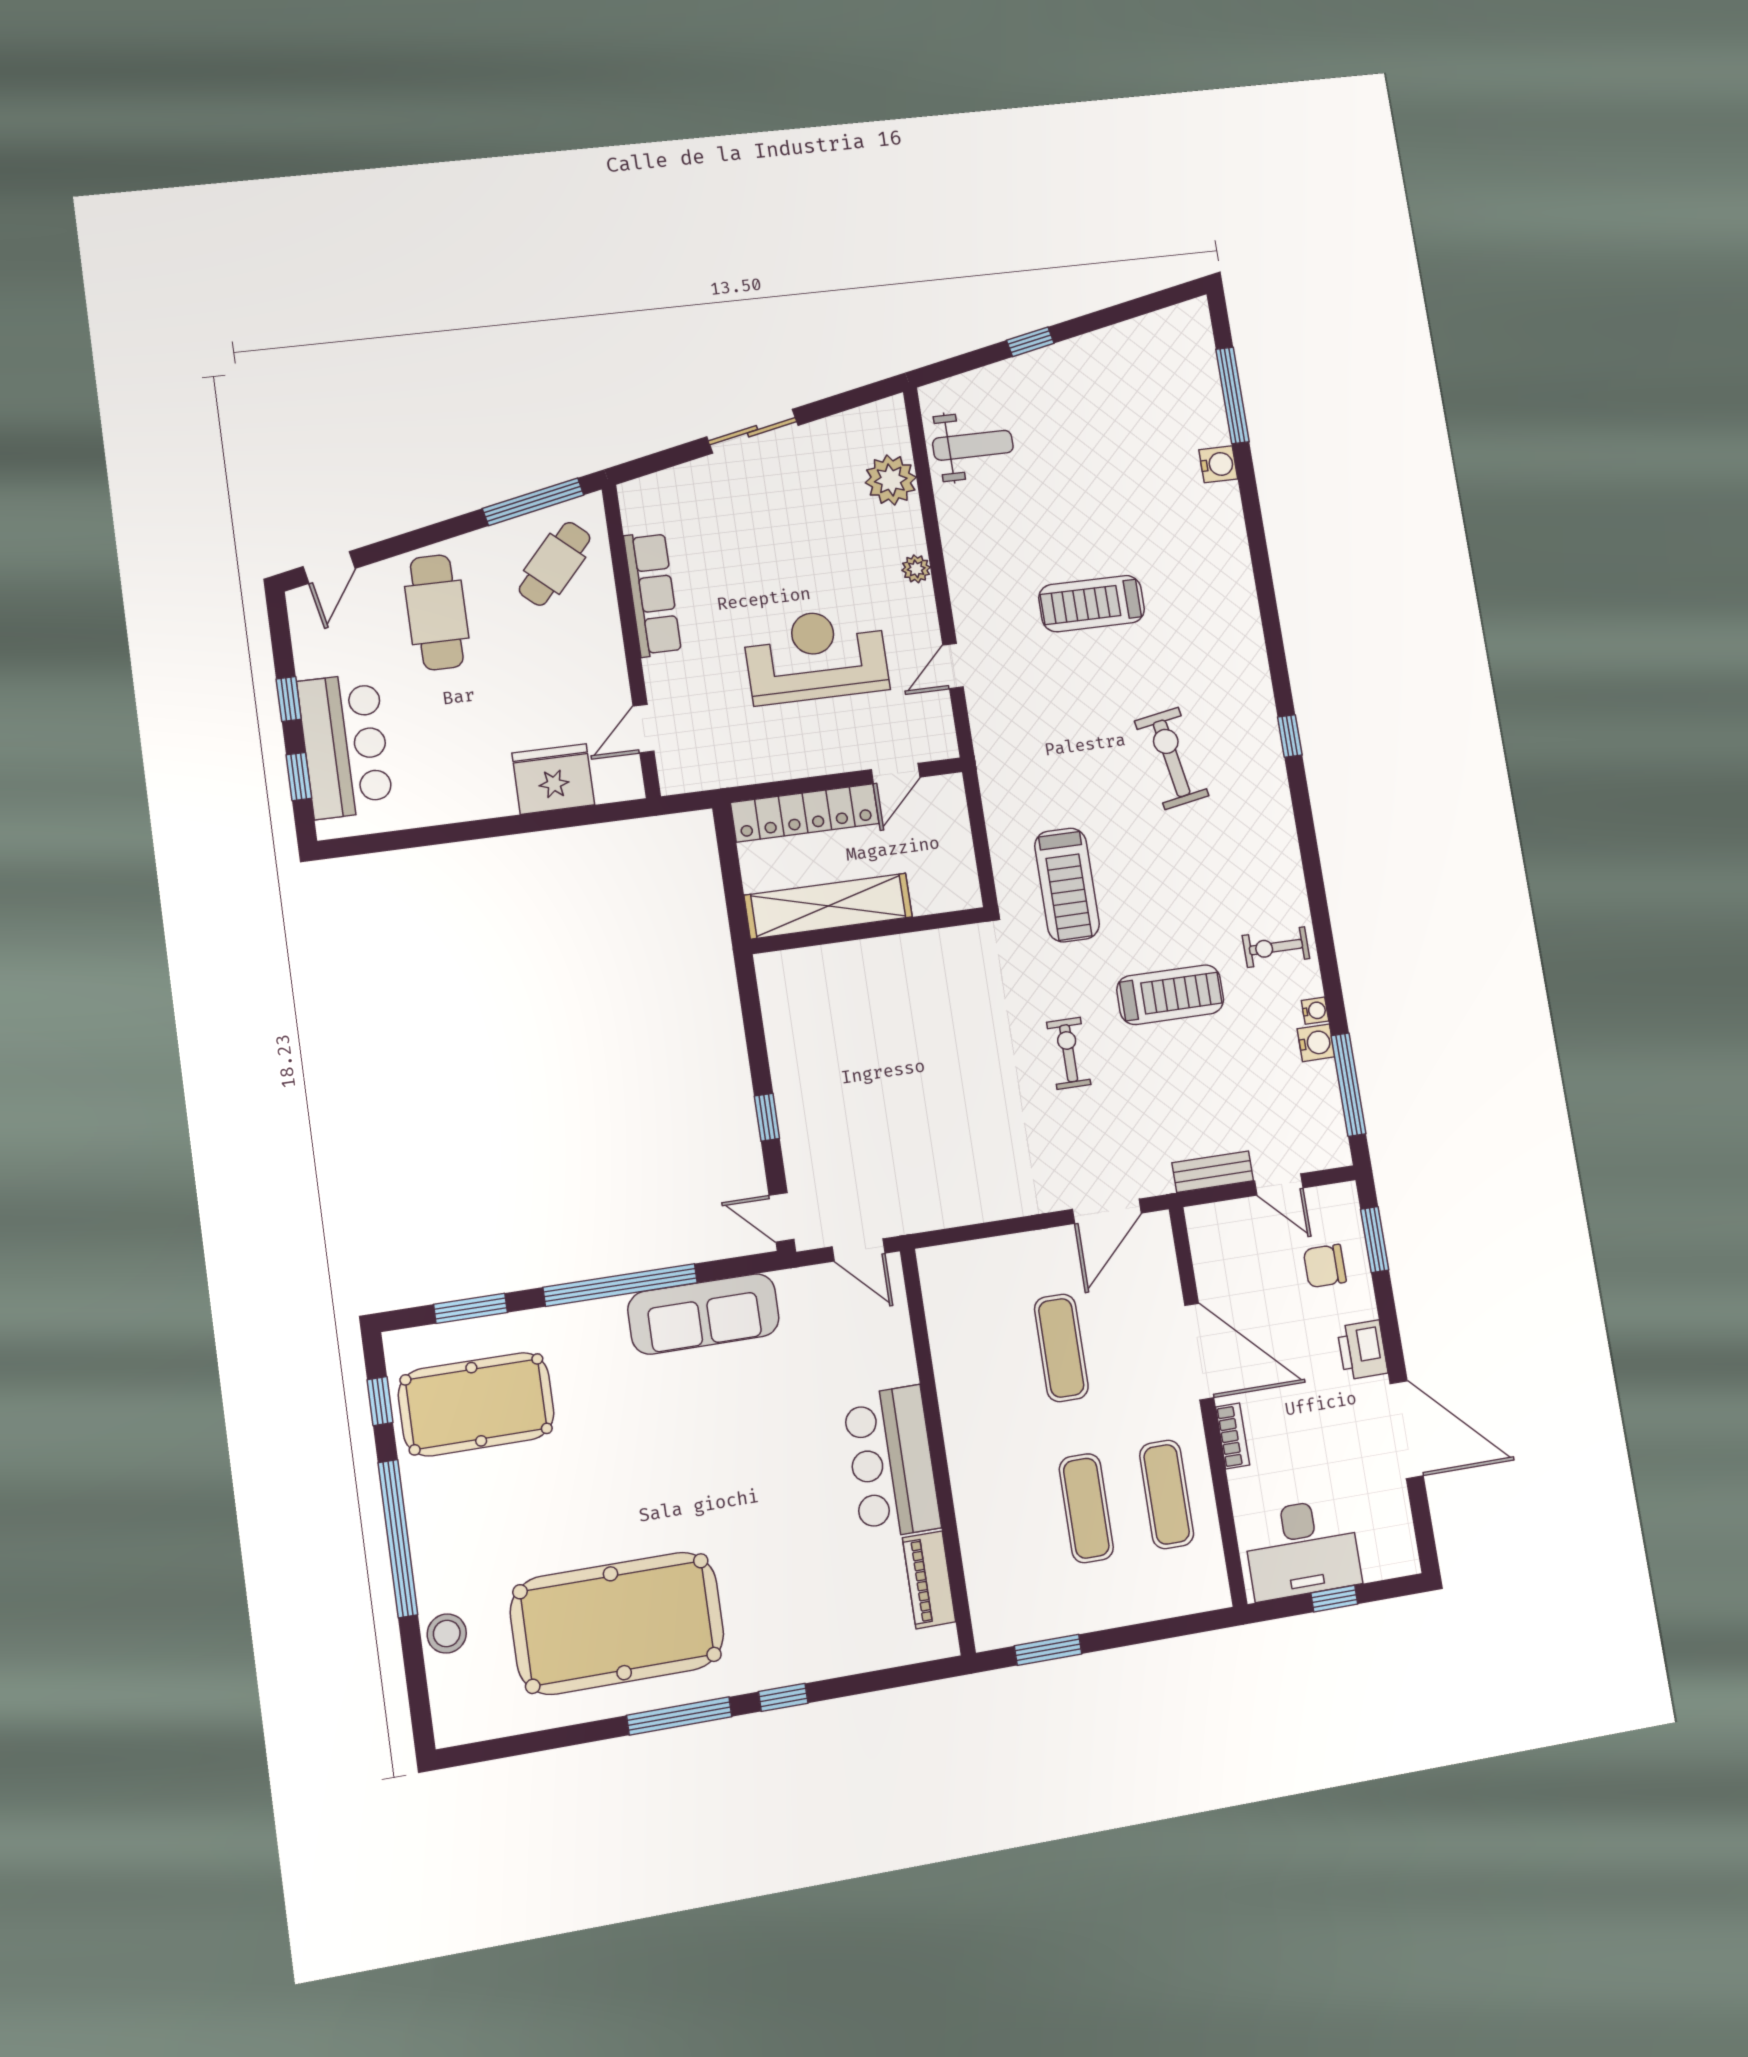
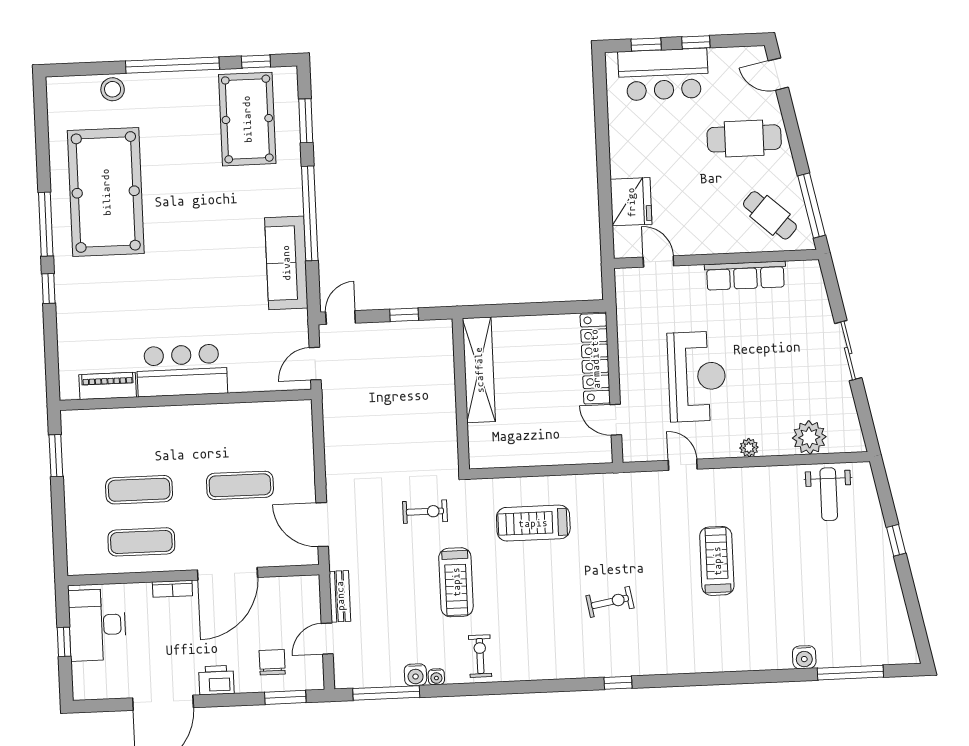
exercise bike: (1172, 758) -> (610, 602), width x0.73, depth x0.72
shelving: (828, 906) -> (479, 370), moved
wall: (869, 930) -> (461, 394), moved

